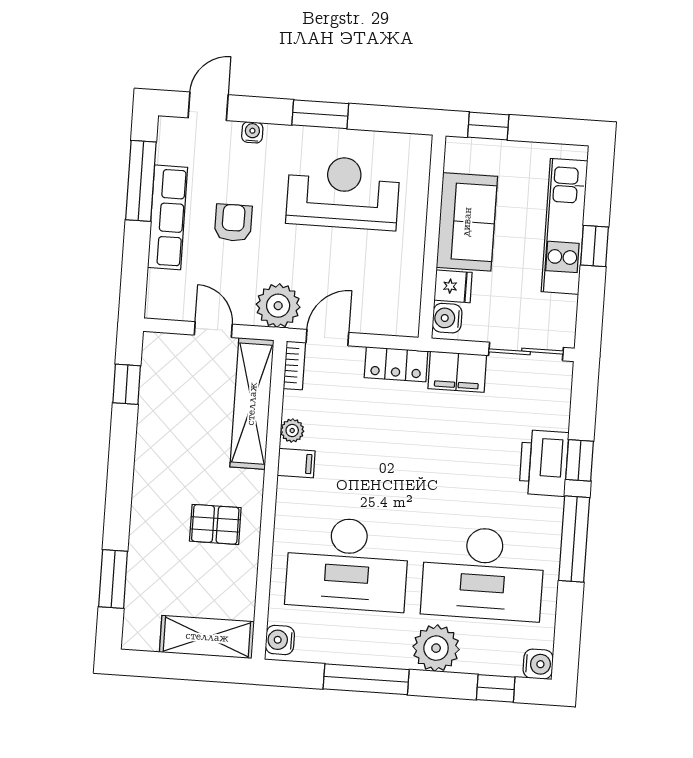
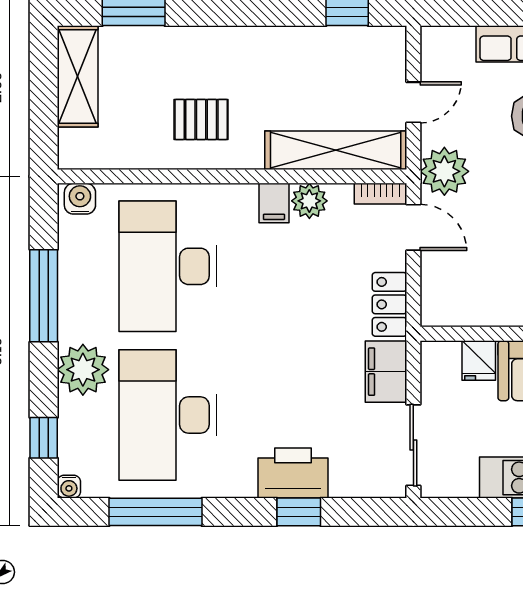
water cooler: (447, 318) -> (444, 356), removed
plant: (292, 431) -> (309, 201), width x1.38, depth x1.38
pallet: (215, 524) -> (201, 119), turned 90
window: (574, 539) -> (155, 512), moved
shelving: (207, 637) -> (78, 76), moved
water cooler: (538, 664) -> (69, 487), width x0.72, depth x0.72

